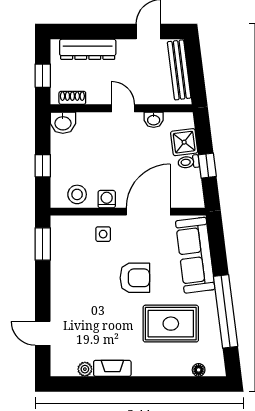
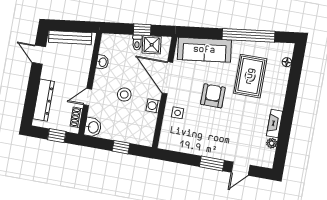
door: (123, 108) -> (88, 97), moved
shower: (184, 142) -> (152, 45), moved
stool: (77, 194) -> (124, 95), moved
window: (43, 244) -> (212, 164), moved

